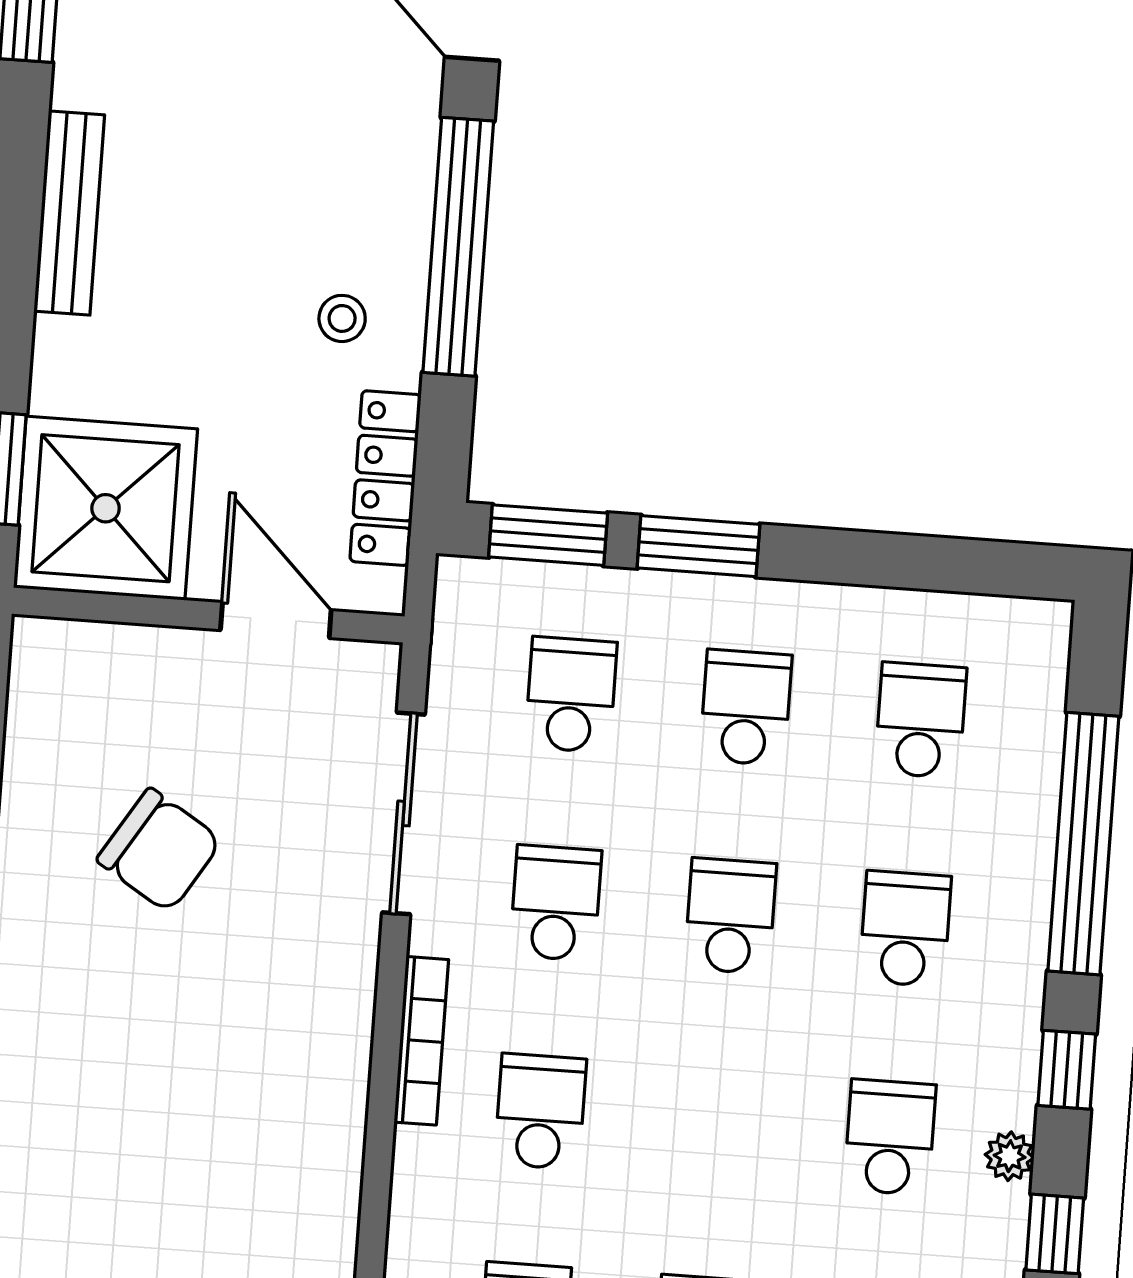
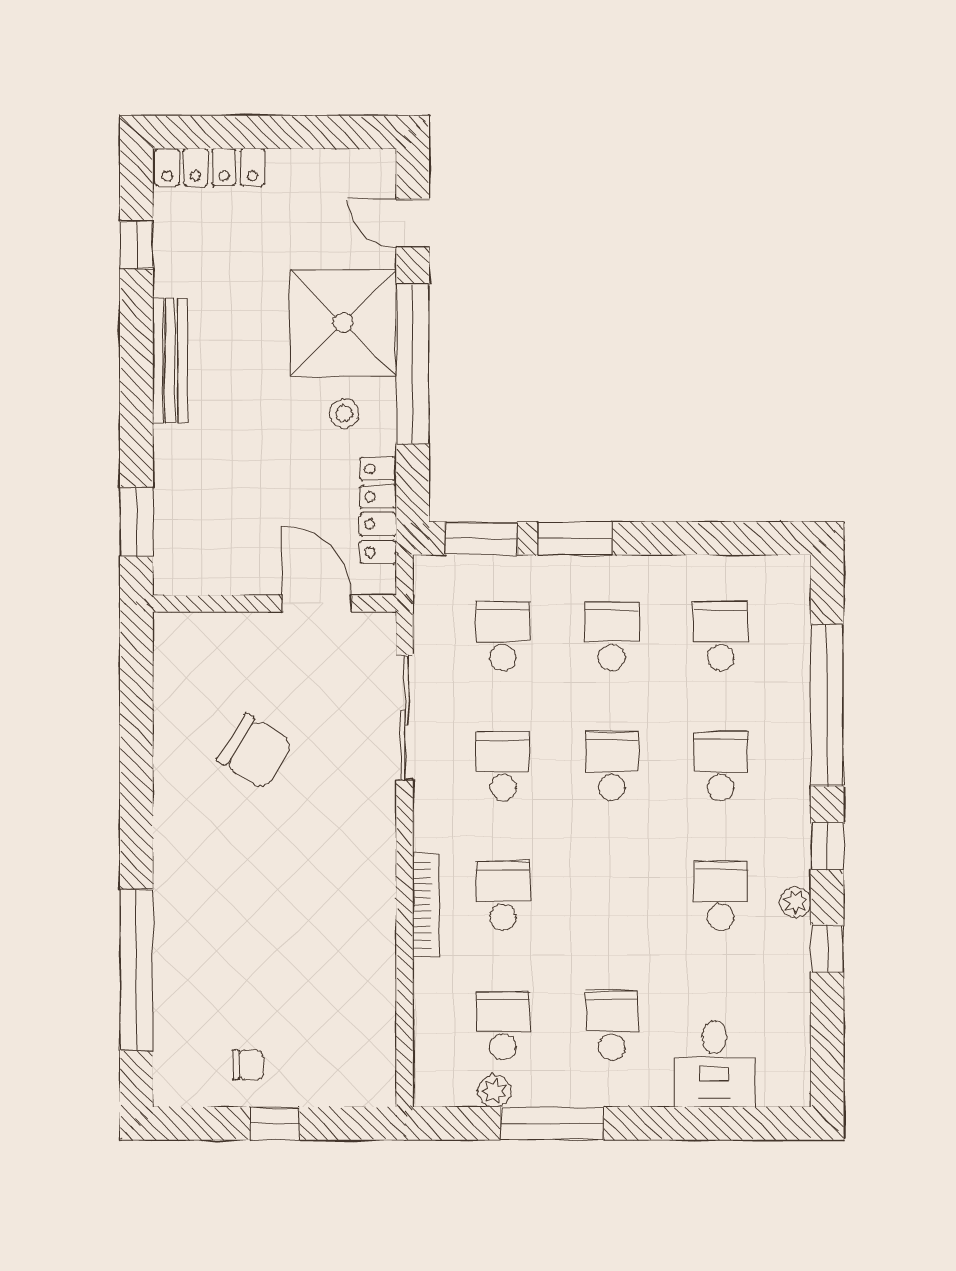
shower: (106, 508) -> (343, 323), moved
bookcase: (421, 1041) -> (426, 905), moved

